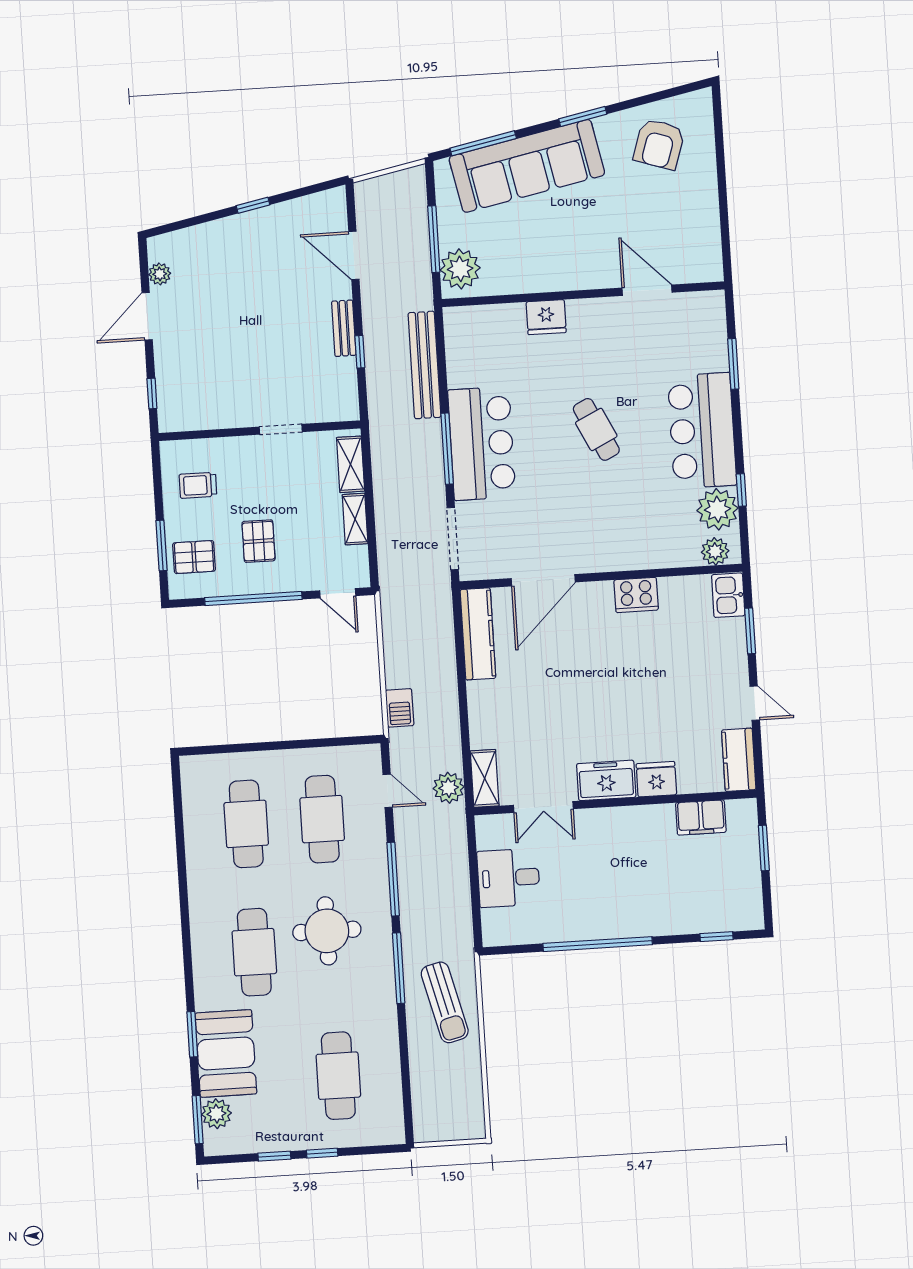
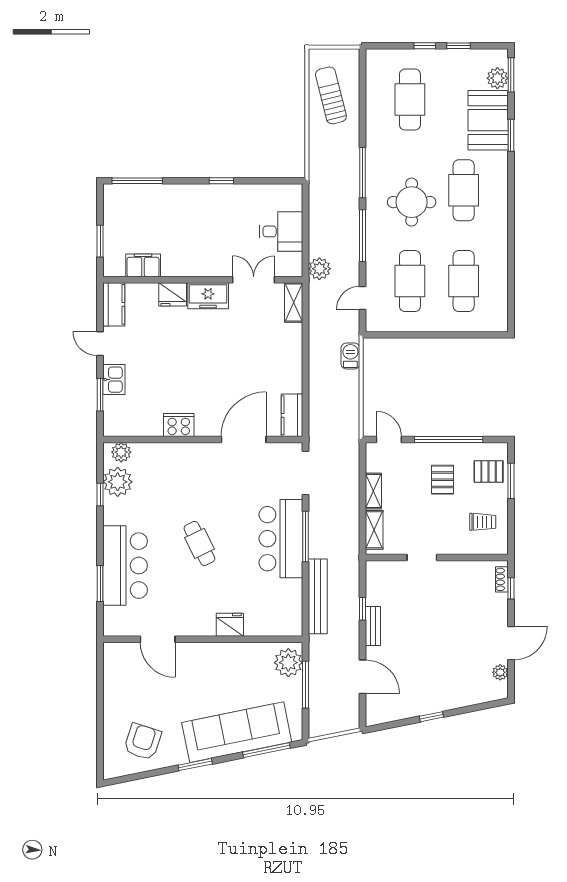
shoe rack: (166, 405) -> (502, 579), added
bar counter: (702, 431) -> (125, 566), moved
kitchen sink: (728, 595) -> (114, 380), moved
kitchen counter: (478, 634) -> (292, 415), width x0.67
plant: (449, 788) -> (319, 269), moved
door: (388, 791) -> (363, 298), hinge flipped
window: (717, 937) -> (137, 181), width x2.17
window: (598, 944) -> (221, 181), width x0.32
sun lounger: (445, 1002) -> (331, 95), moved

